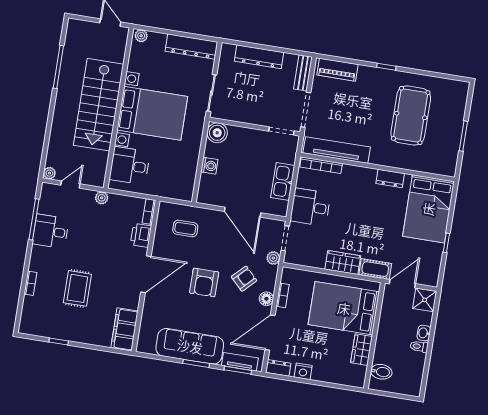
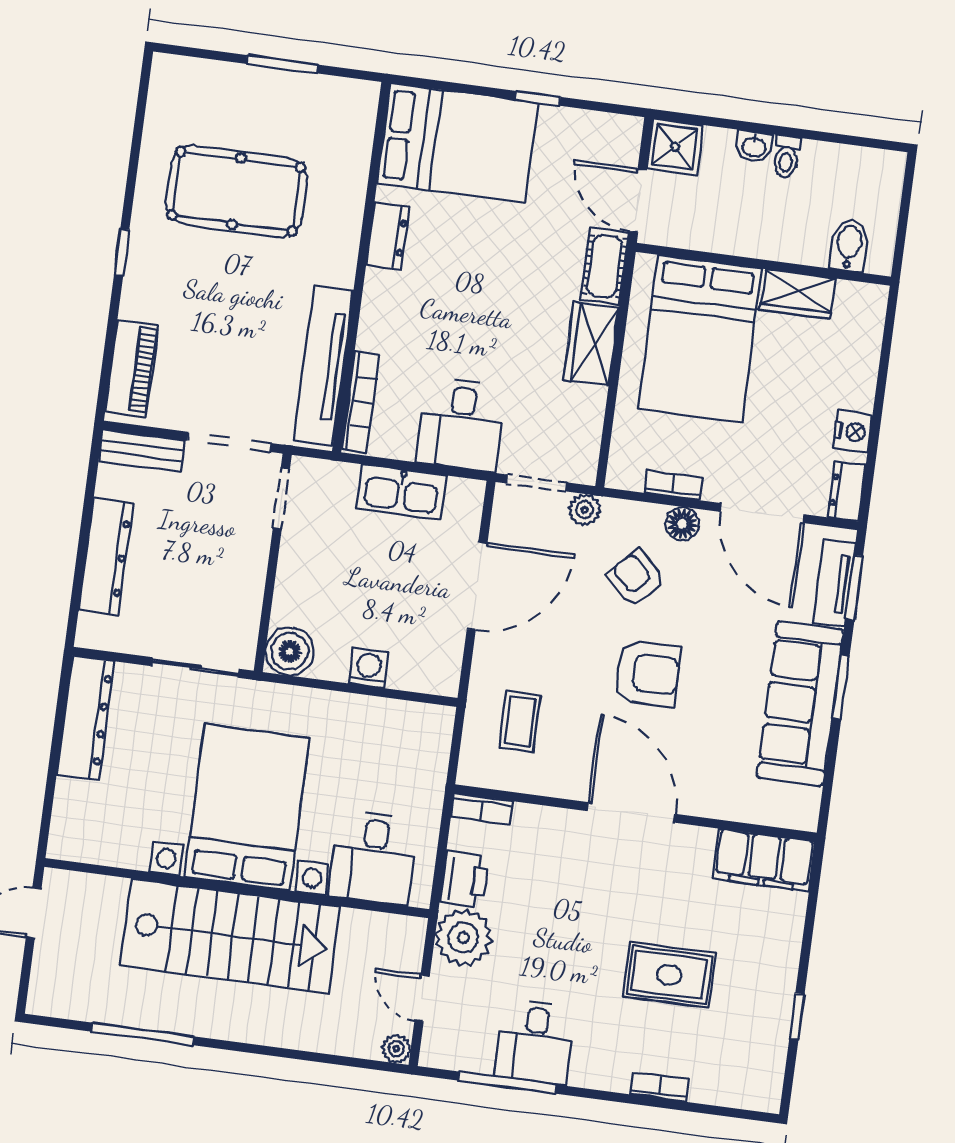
plant: (141, 36) -> (63, 839), removed
plant: (102, 198) -> (463, 938), width x1.87, depth x1.87
printer: (141, 235) -> (464, 880), moved, turned -90

